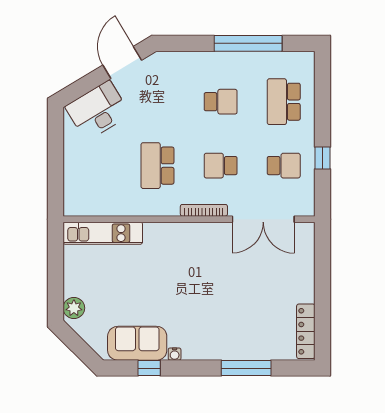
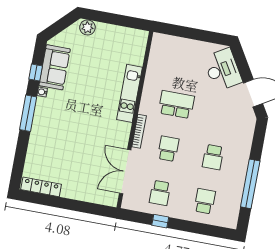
school desk: (284, 102) -> (205, 201), width x0.54
kitchen unit: (103, 233) -> (129, 93), moved
window: (246, 368) -> (28, 113), moved

